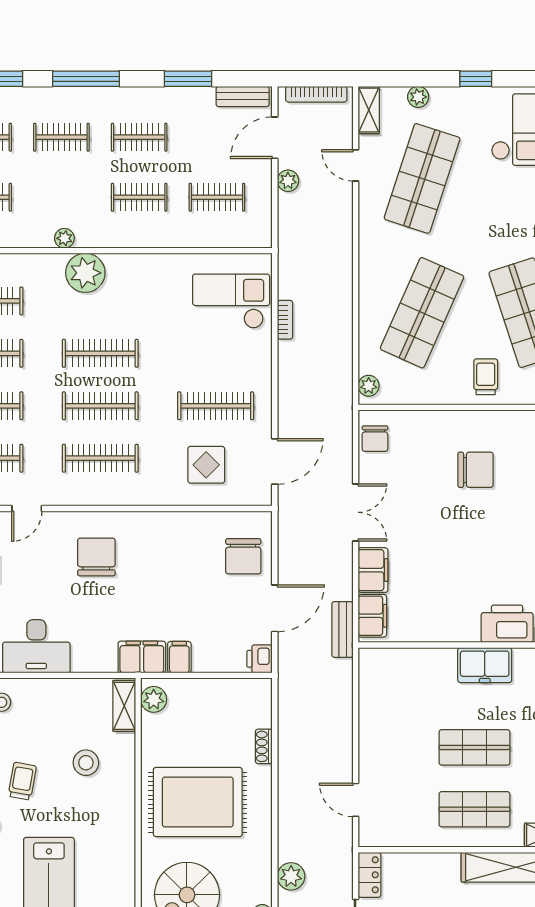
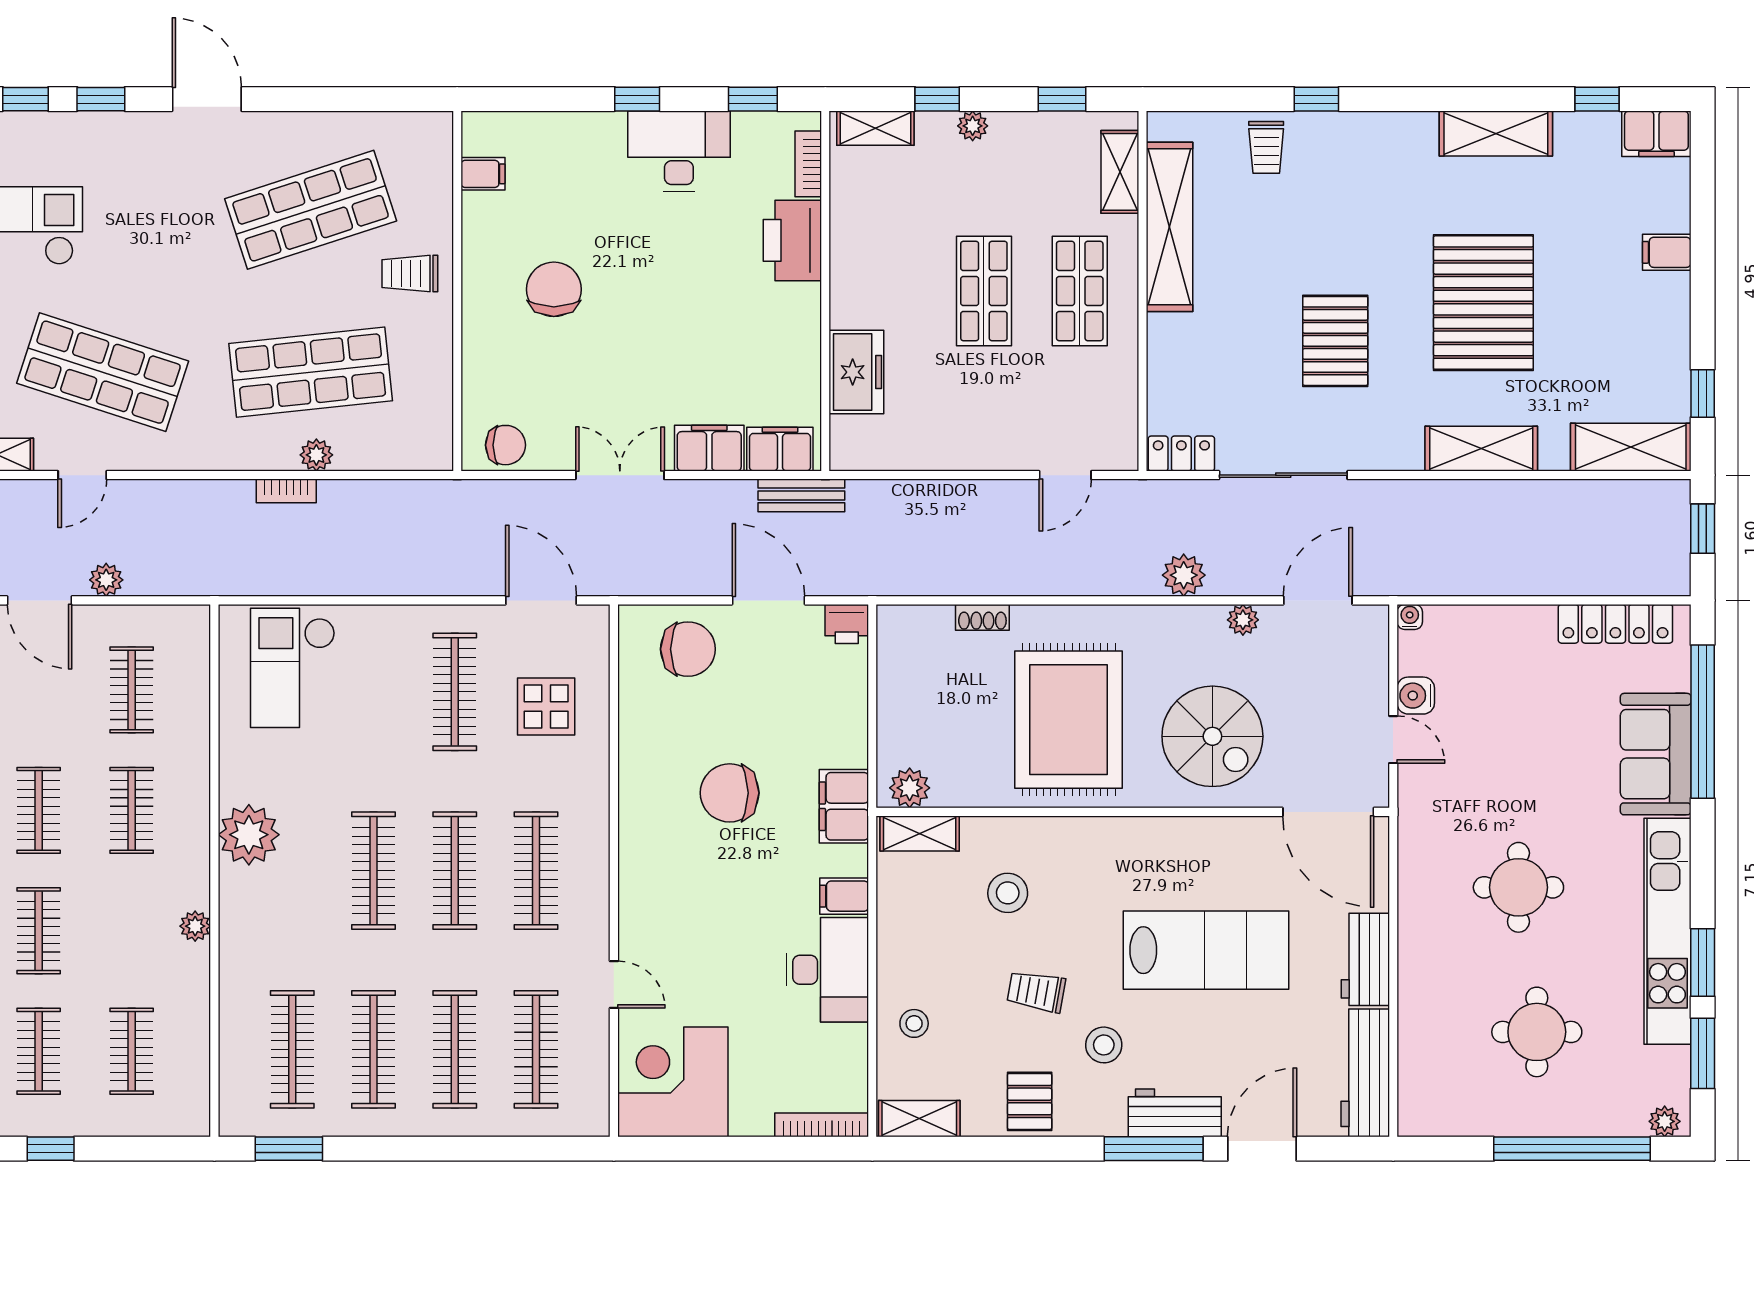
plant: (85, 273) -> (249, 835), moved
shop shelf: (422, 313) -> (311, 372), turned -30
bookcase: (285, 320) -> (286, 491), moved, turned 180
plant: (369, 386) -> (316, 455), moved
chair: (96, 557) -> (730, 793), moved
filing cabinet: (179, 657) -> (844, 896), moved
freezer: (485, 665) -> (856, 372), moved

